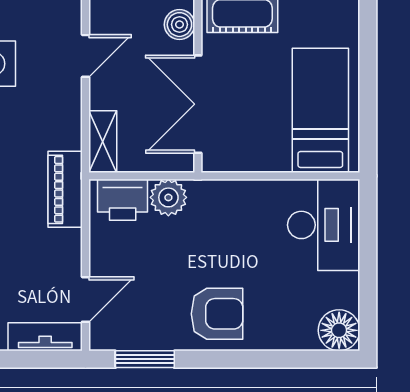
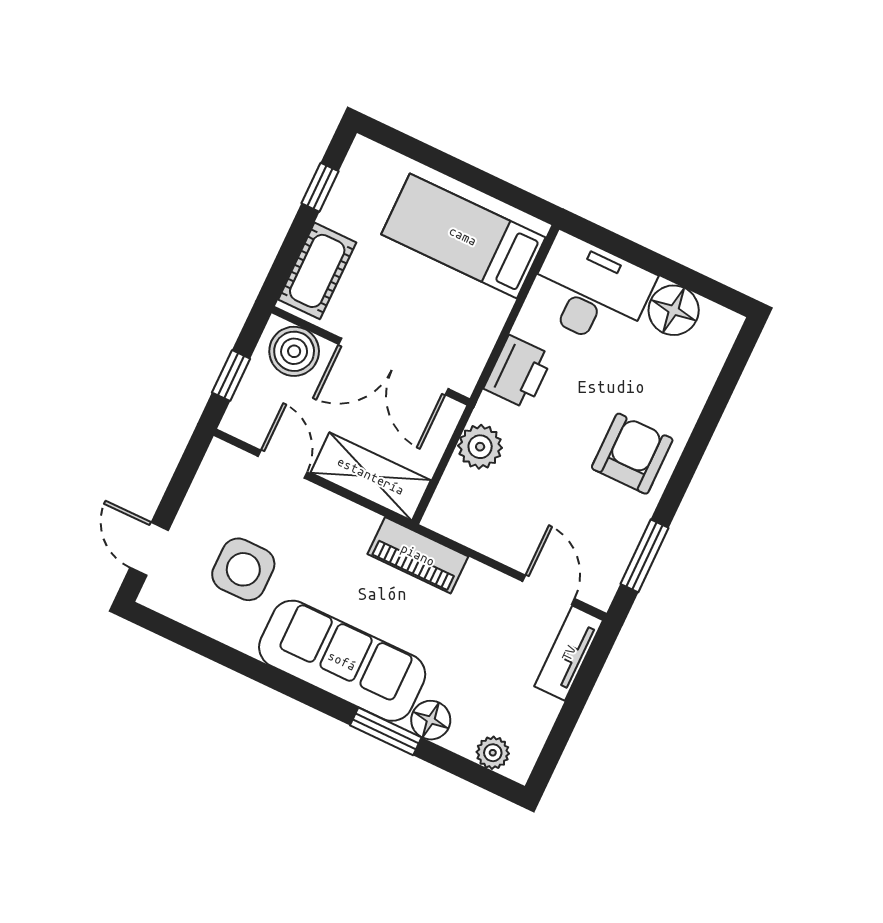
boiler: (179, 25) -> (294, 351), width x1.36, depth x1.36
shelving: (103, 142) -> (371, 476), width x1.50, depth x1.33
printer: (123, 200) -> (518, 372), moved
floor lamp: (339, 330) -> (674, 310), moved

